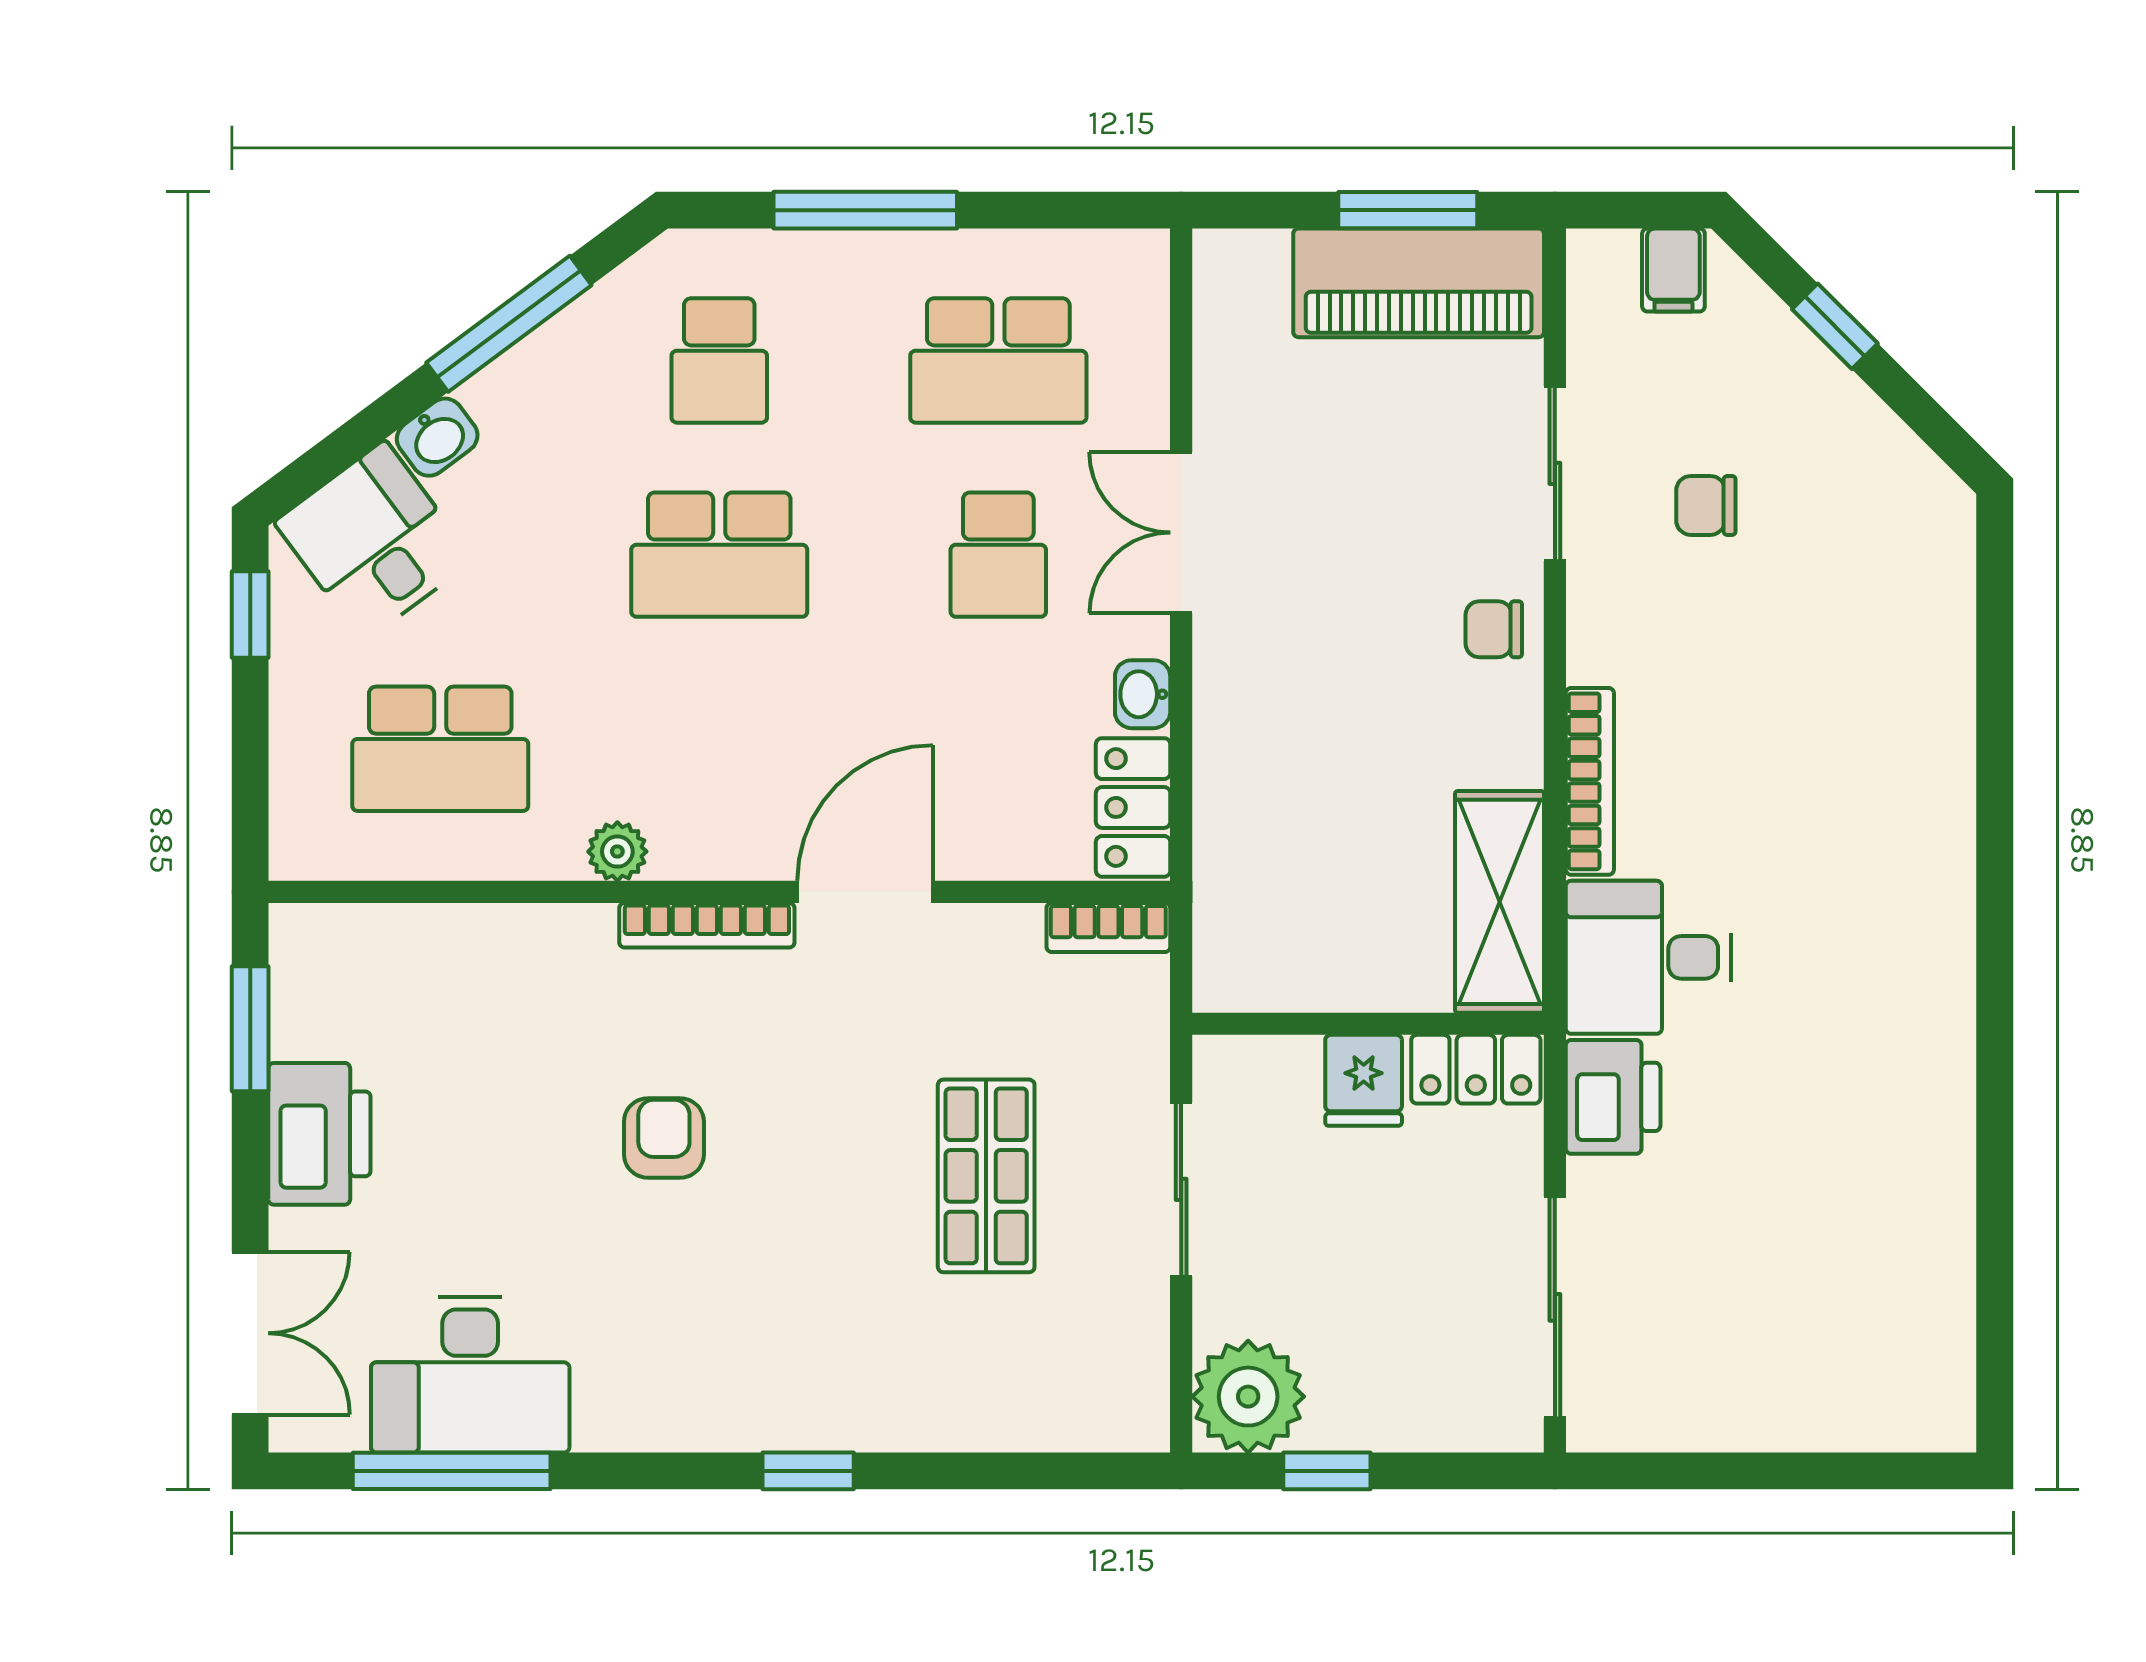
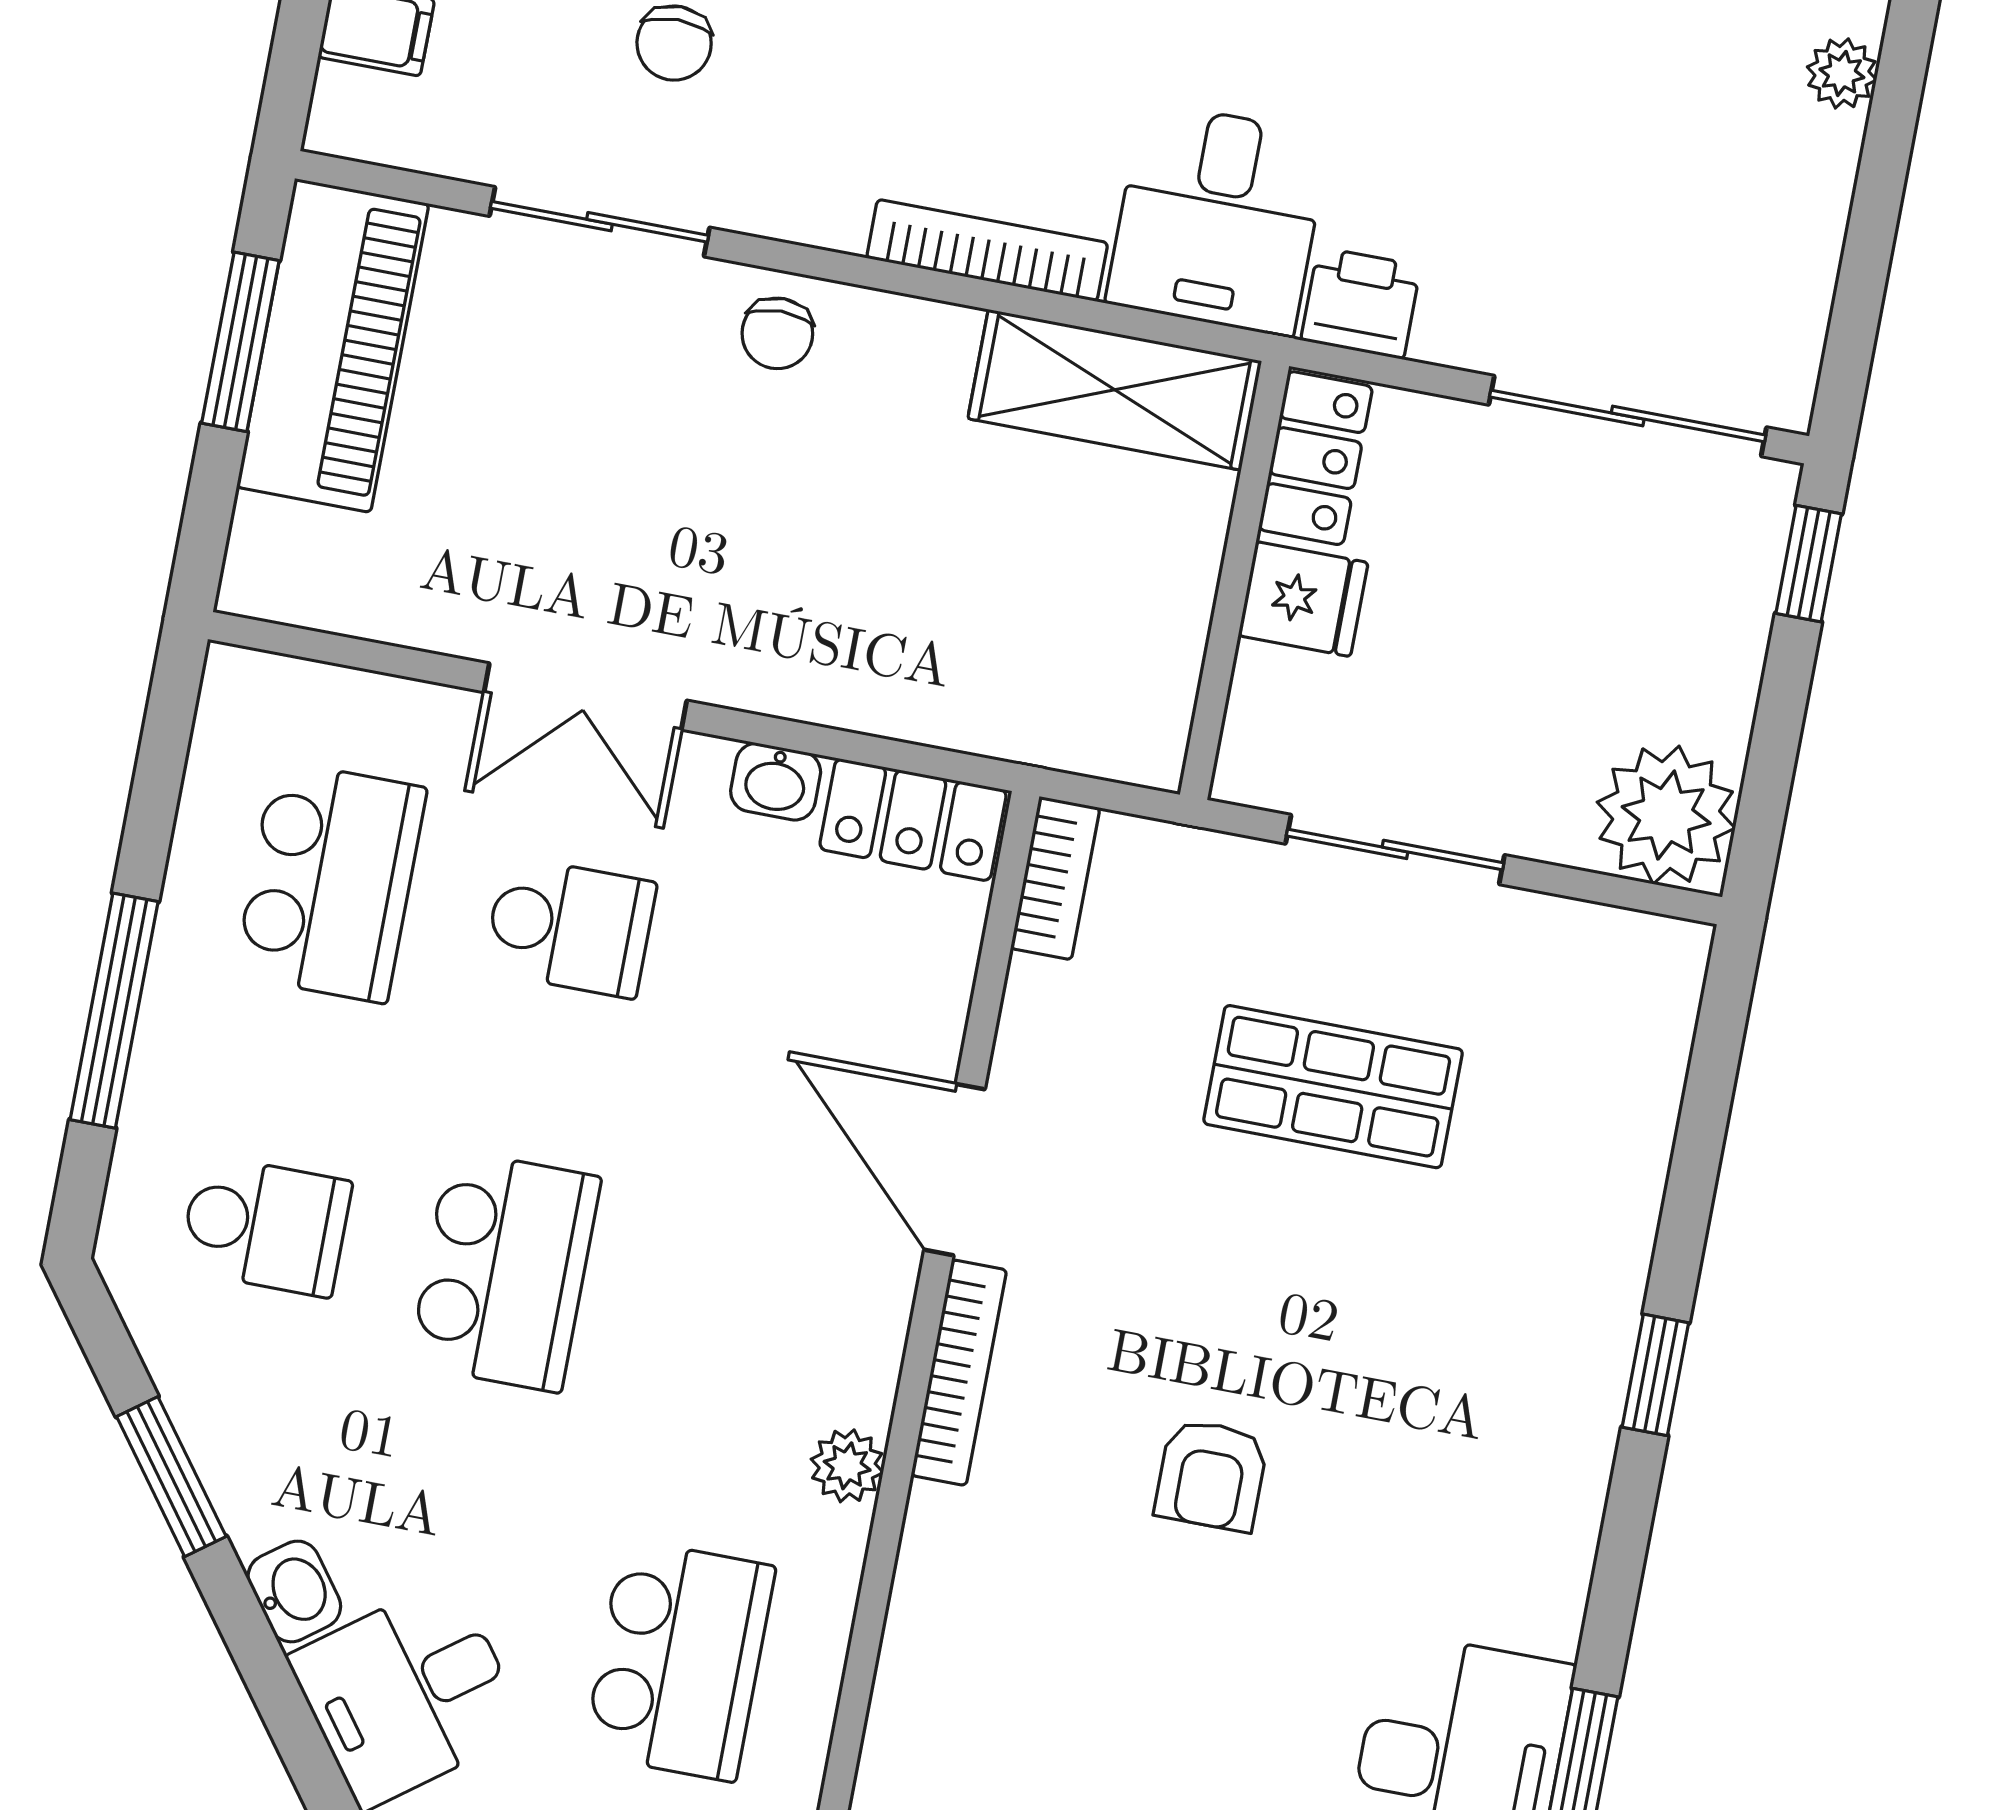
window: (509, 324) -> (171, 1477), width x0.69
printer: (1613, 1097) -> (1361, 303), width x0.73, depth x0.81
armchair: (664, 1138) -> (1211, 1475), turned -90
plant: (1855, 1424) -> (1842, 73), added
window: (1327, 1471) -> (1809, 564), moved

